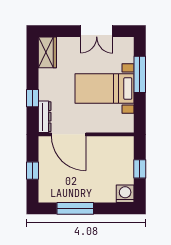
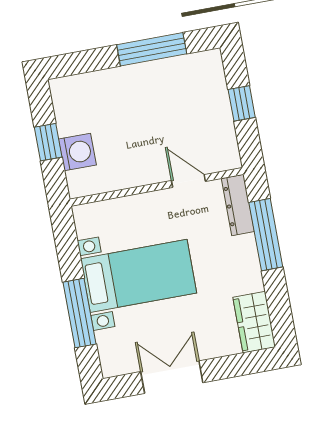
window: (33, 98) -> (266, 235), width x2.17
door: (69, 134) -> (188, 181), width x0.53
washing machine: (125, 194) -> (77, 152), moved, turned -90

